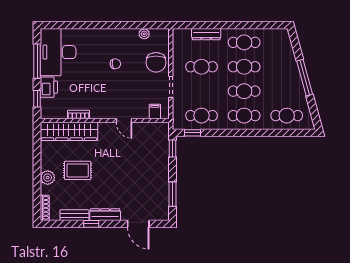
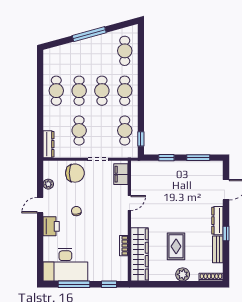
door: (122, 25) -> (40, 205), added
dresser: (206, 34) -> (49, 144), moved
printer: (49, 87) -> (51, 226), moved, turned 90
filing cabinet: (155, 112) -> (121, 174), width x2.00
window: (172, 148) -> (166, 158), moved

